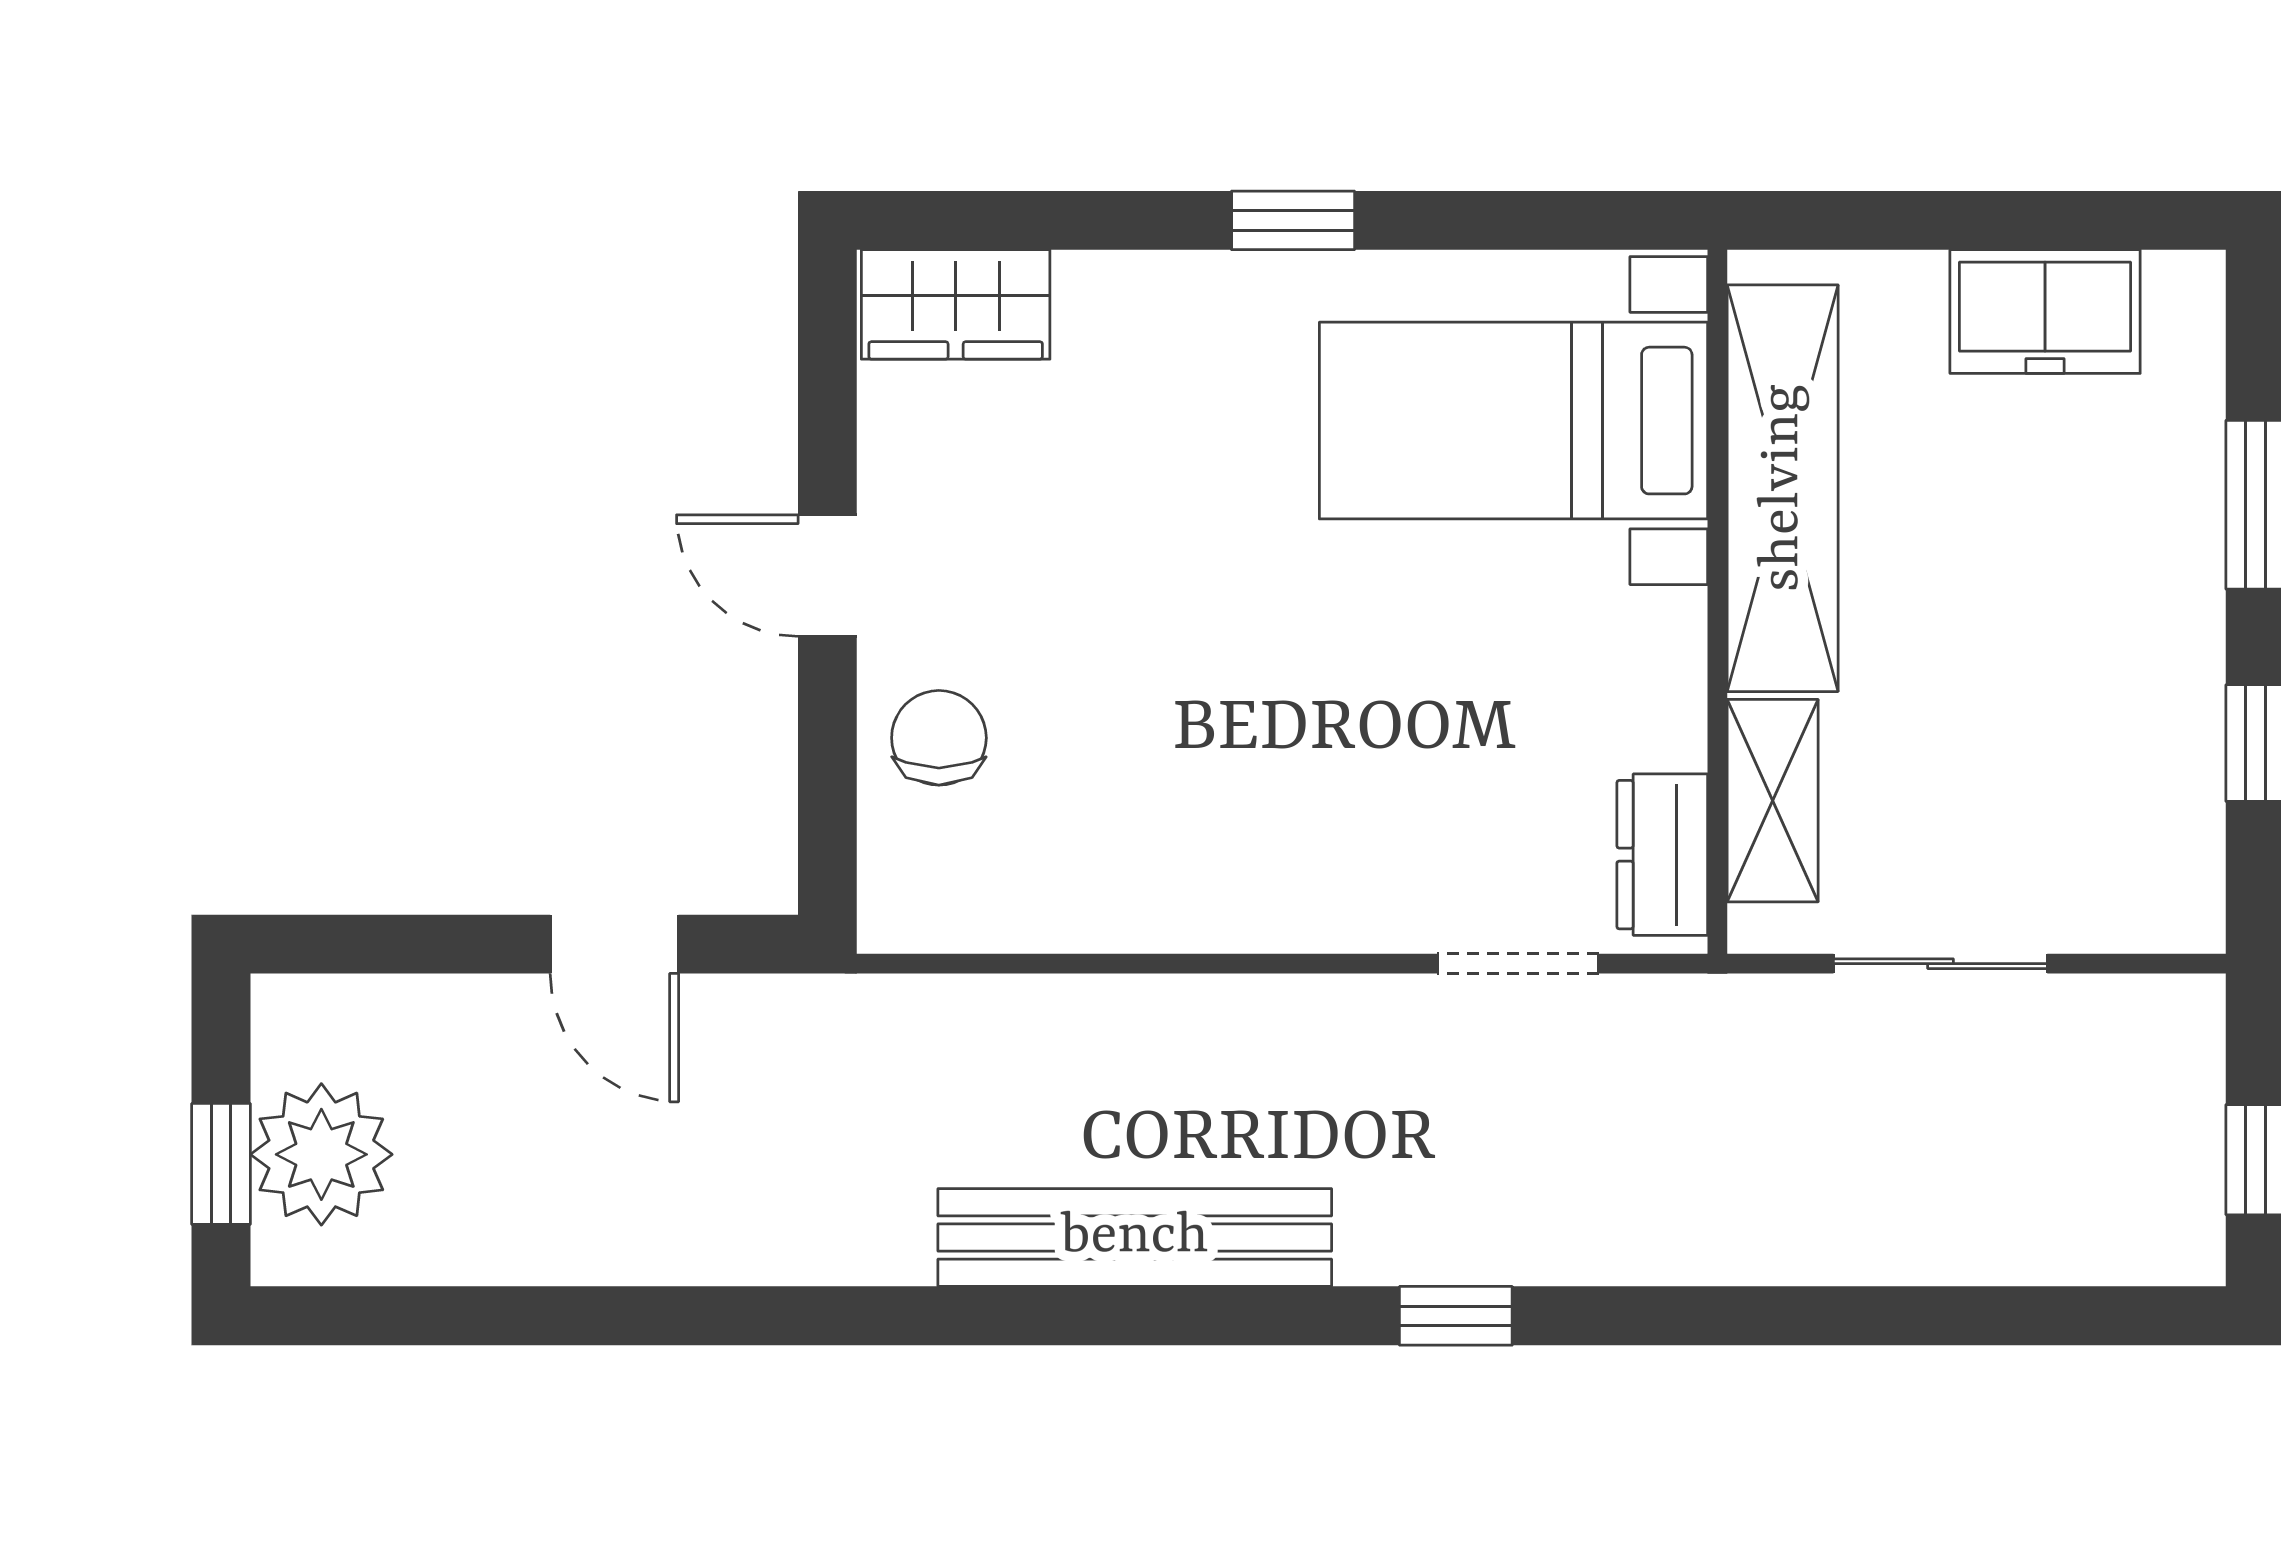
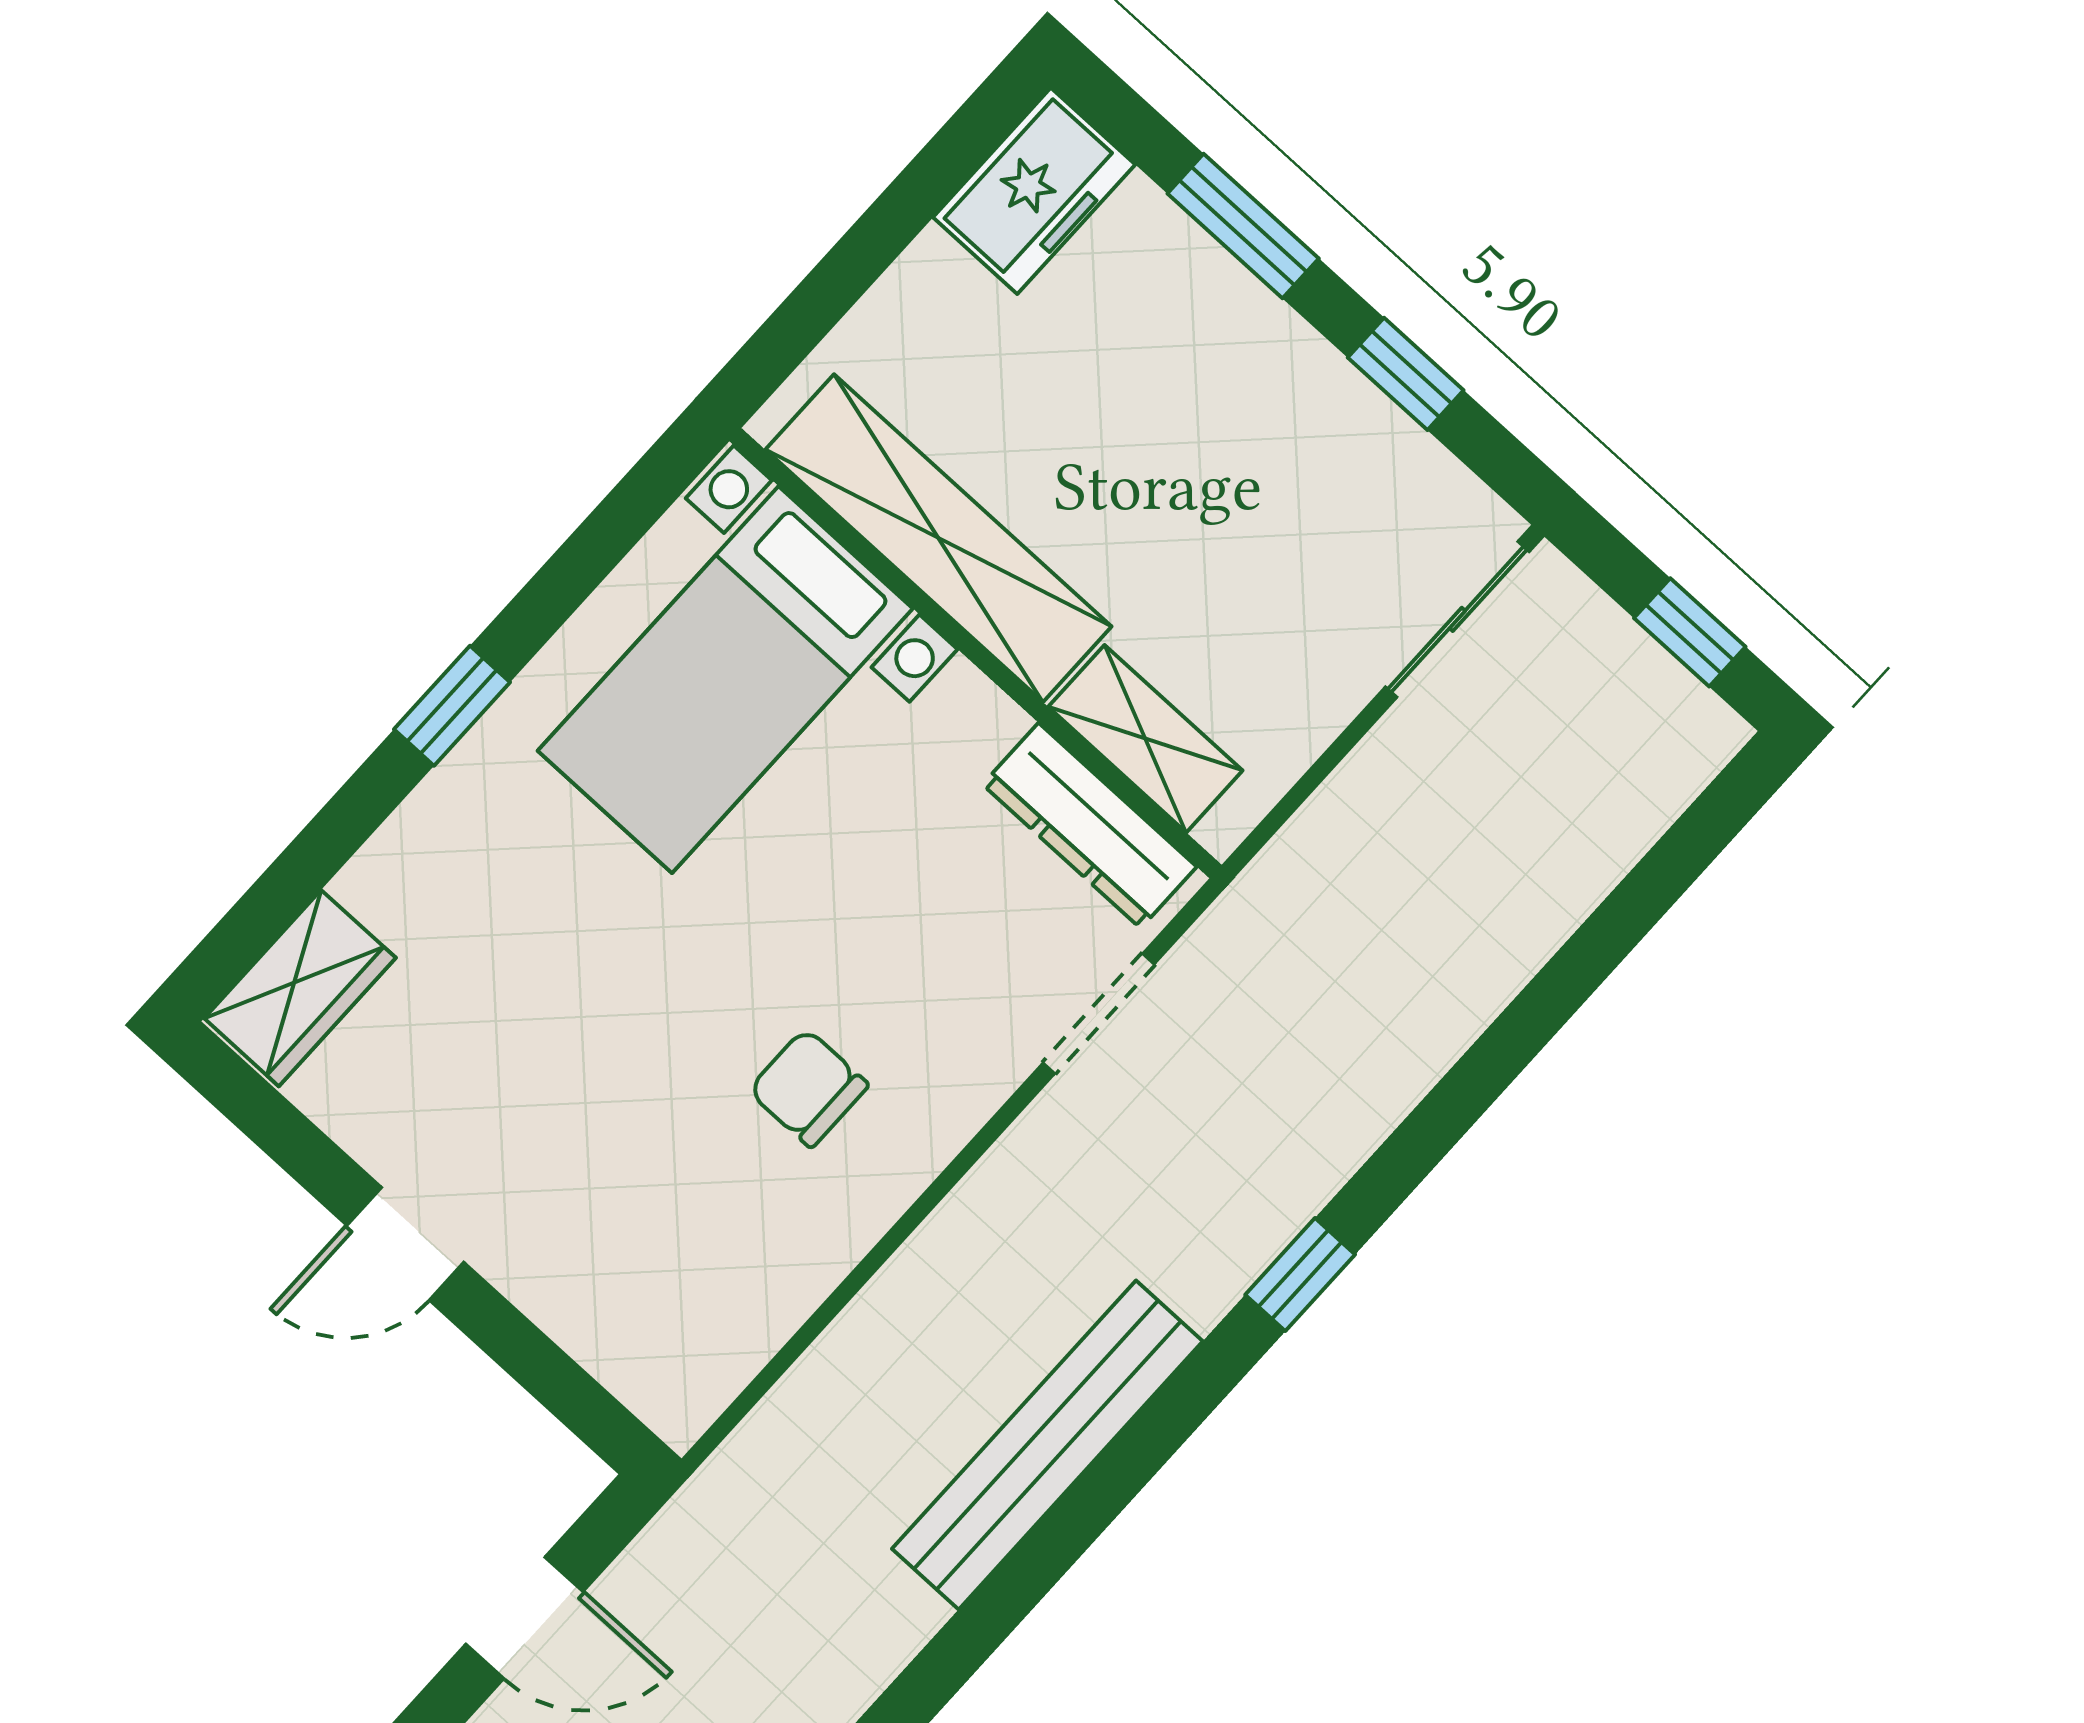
freezer: (2045, 312) -> (1034, 191), moved
chair: (939, 738) -> (808, 1088), moved
dresser: (1662, 855) -> (1090, 826), width x1.44
sliding door: (1940, 964) -> (1457, 619), moved

